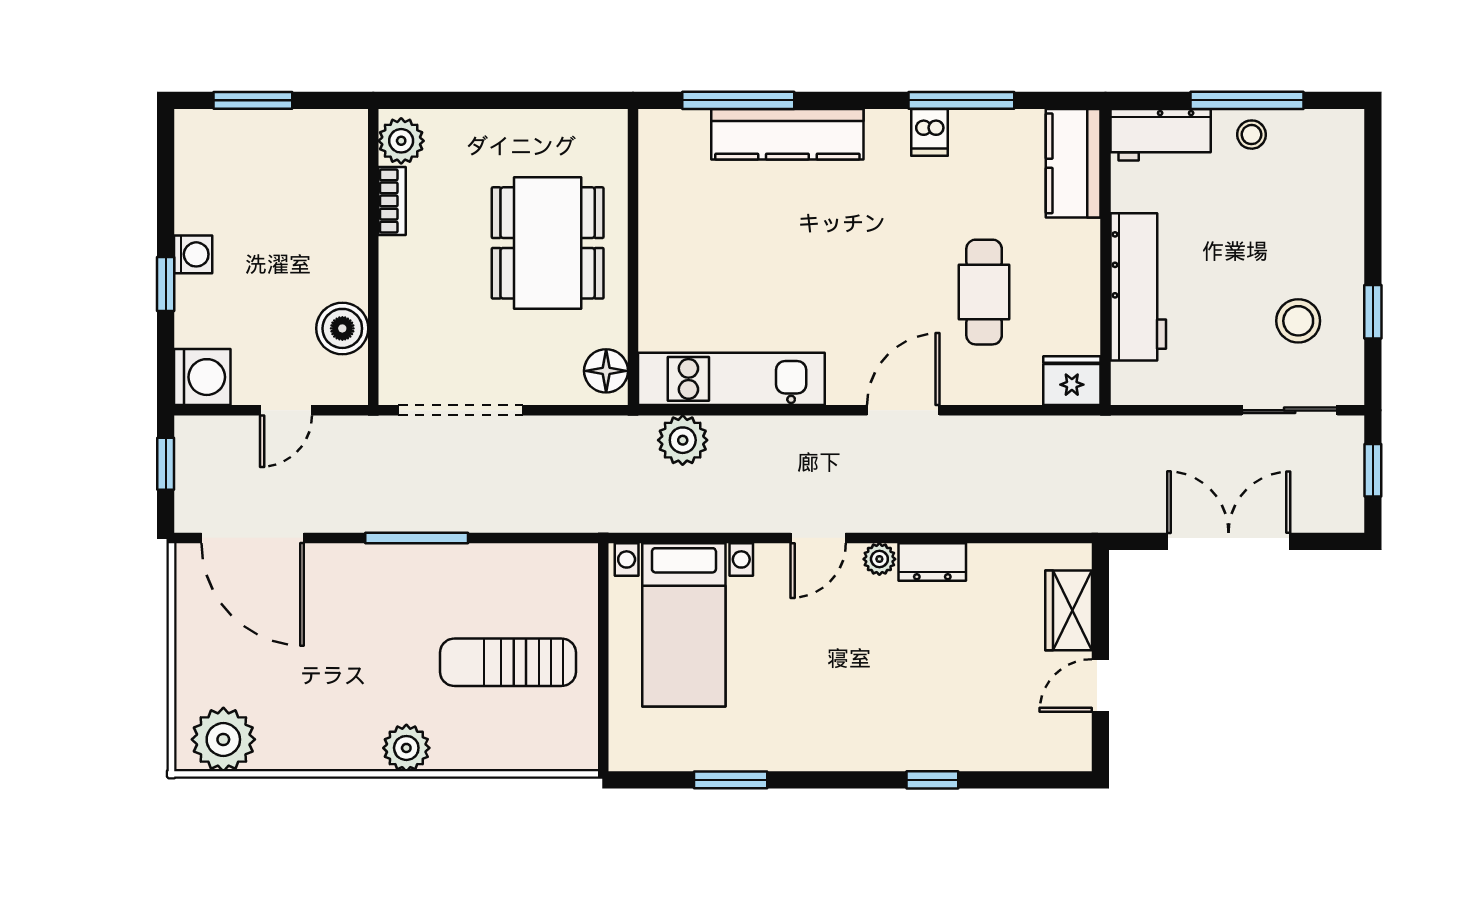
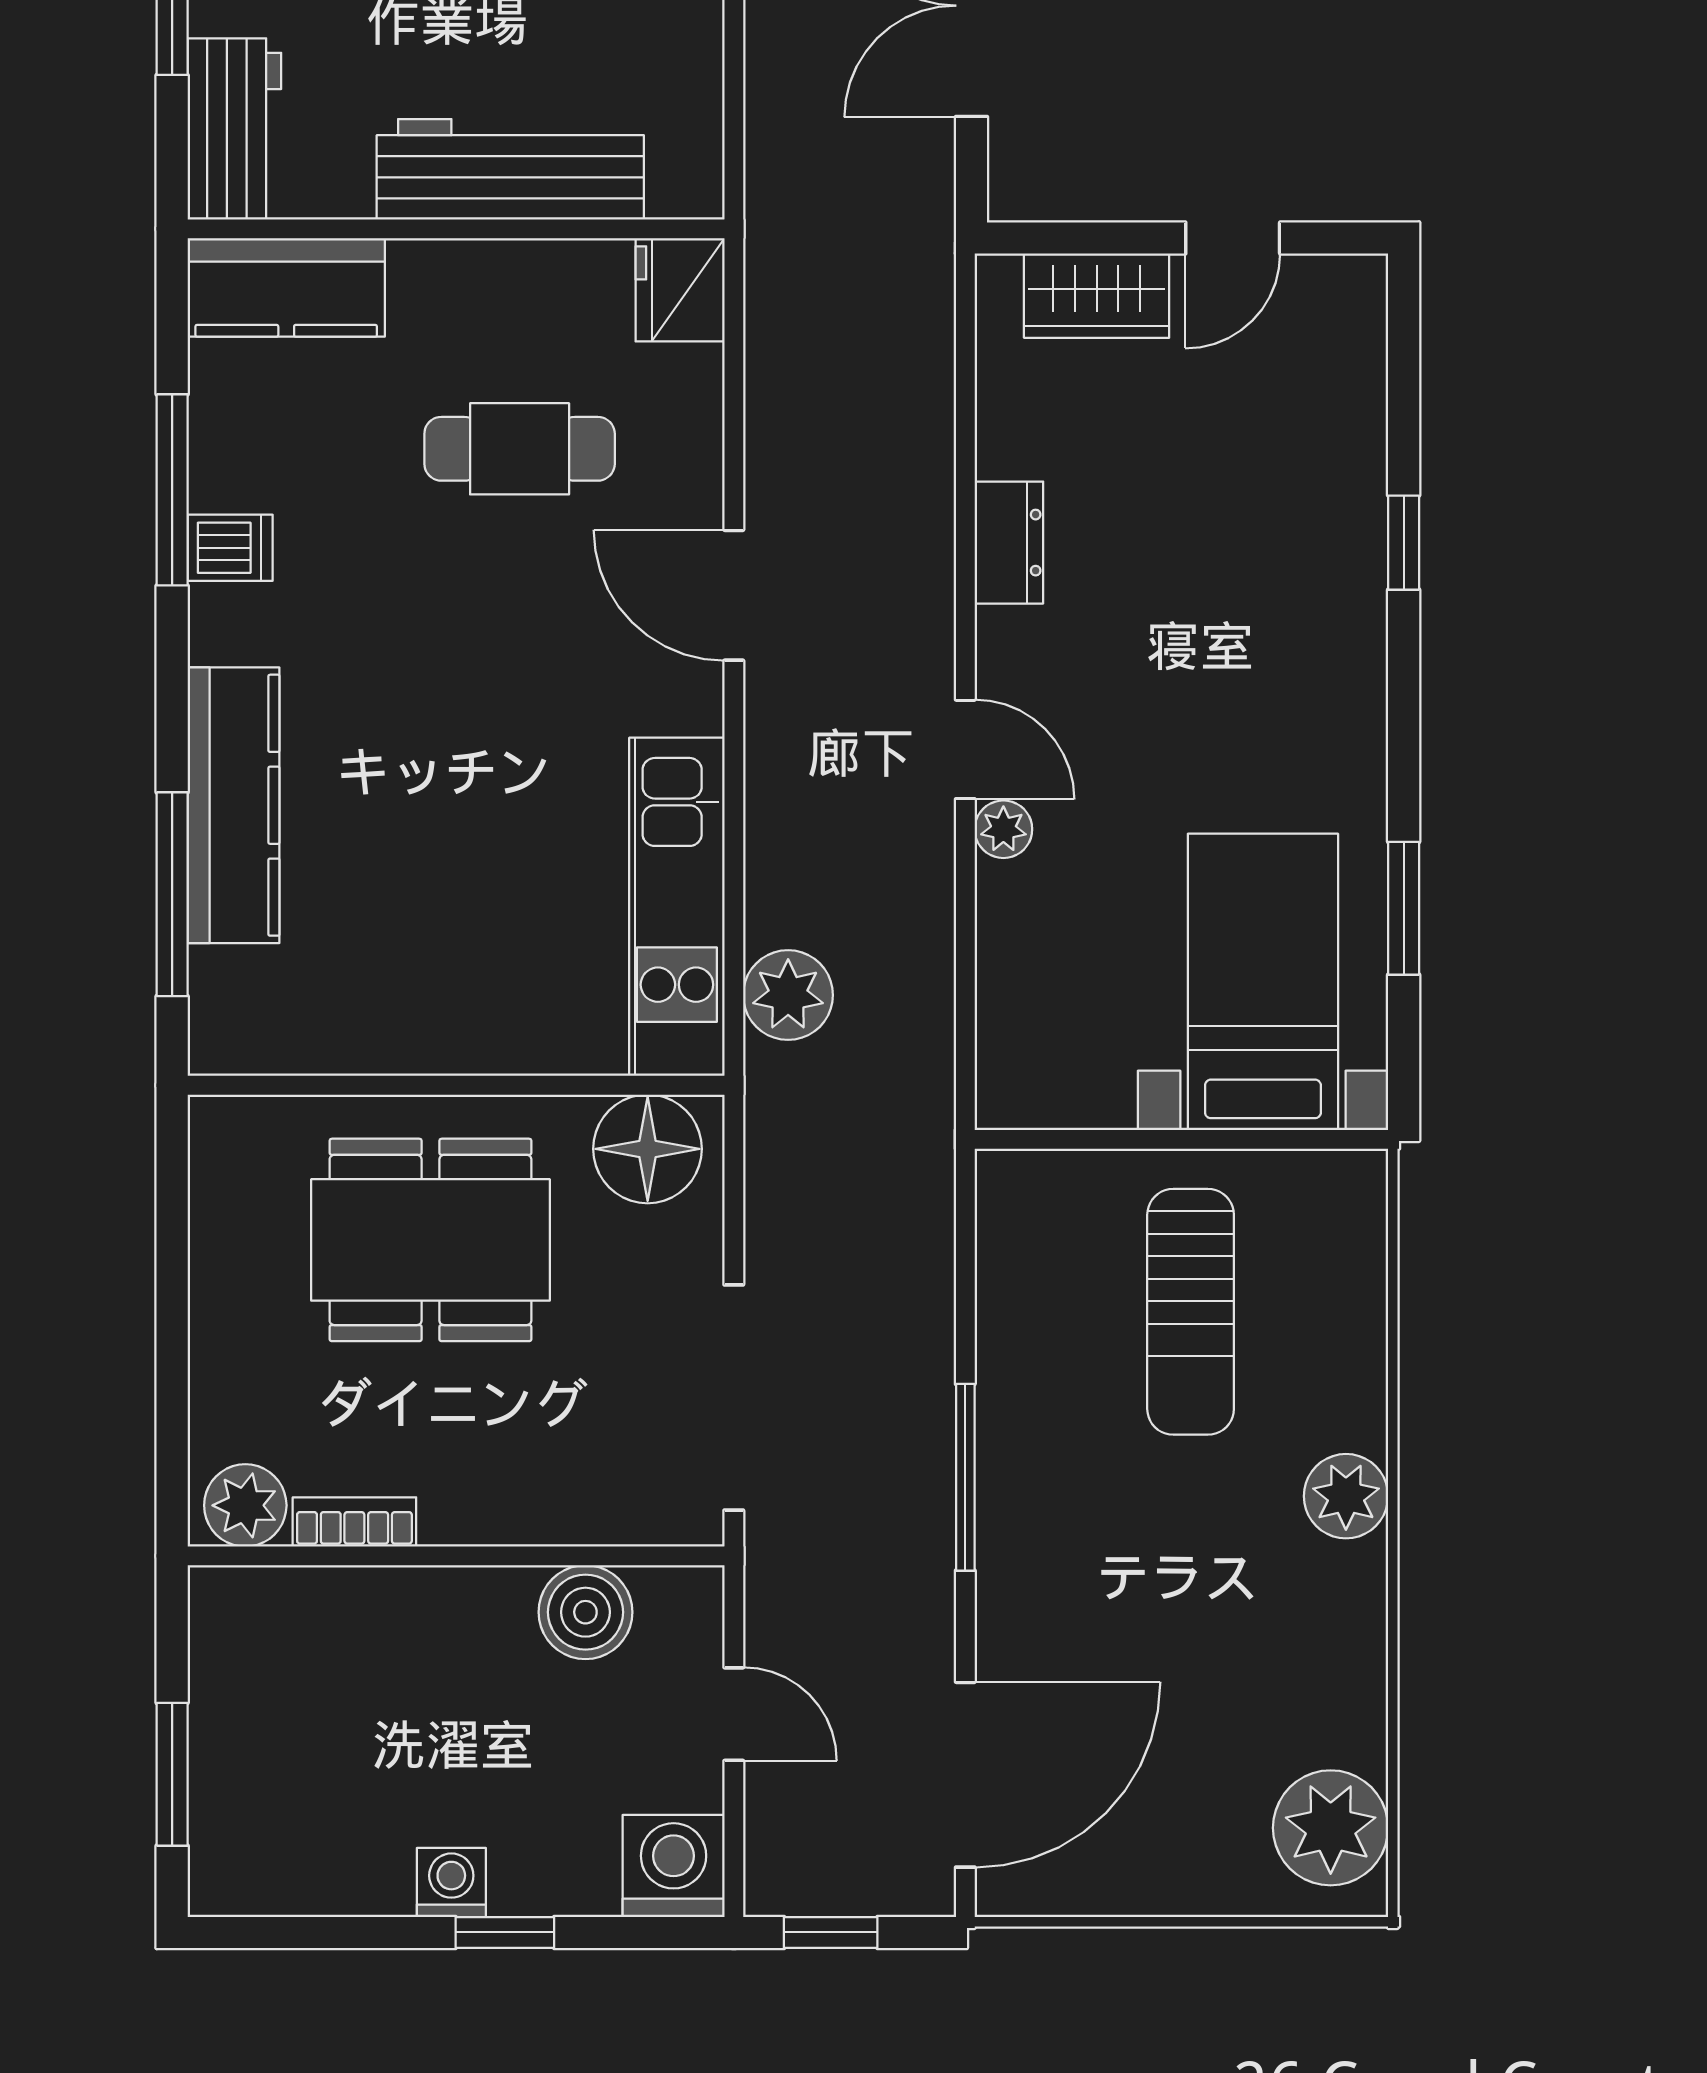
floor lamp: (606, 371) -> (648, 1149), width x1.38, depth x1.38
plant: (879, 559) -> (1003, 829), moved
bed with nightstands: (684, 625) -> (1263, 982), moved, turned -90
door: (1100, 685) -> (1233, 238), hinge flipped

